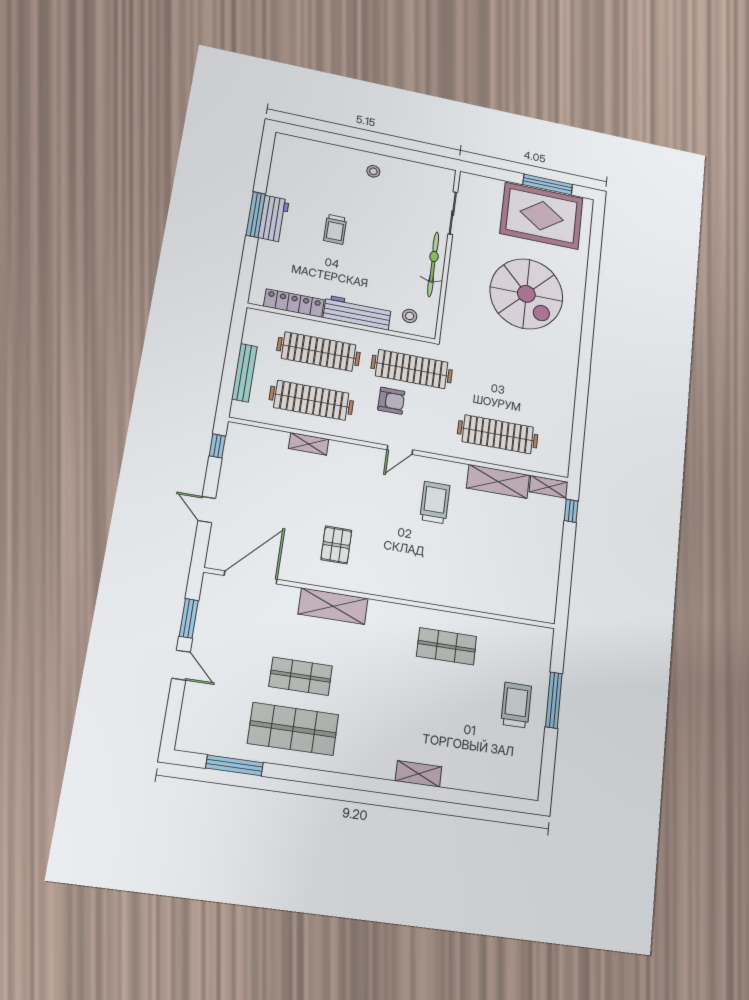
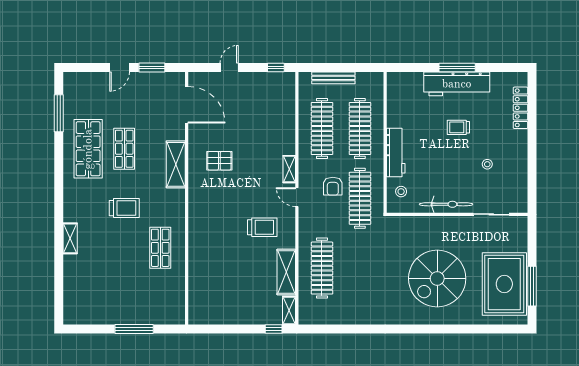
stool: (373, 171) -> (487, 164), moved
workbench: (274, 219) -> (457, 84), width x1.88, depth x1.32
locker: (294, 303) -> (520, 108), moved, turned 180
shelving: (309, 444) -> (289, 169), moved
trolley: (516, 705) -> (124, 208), moved

